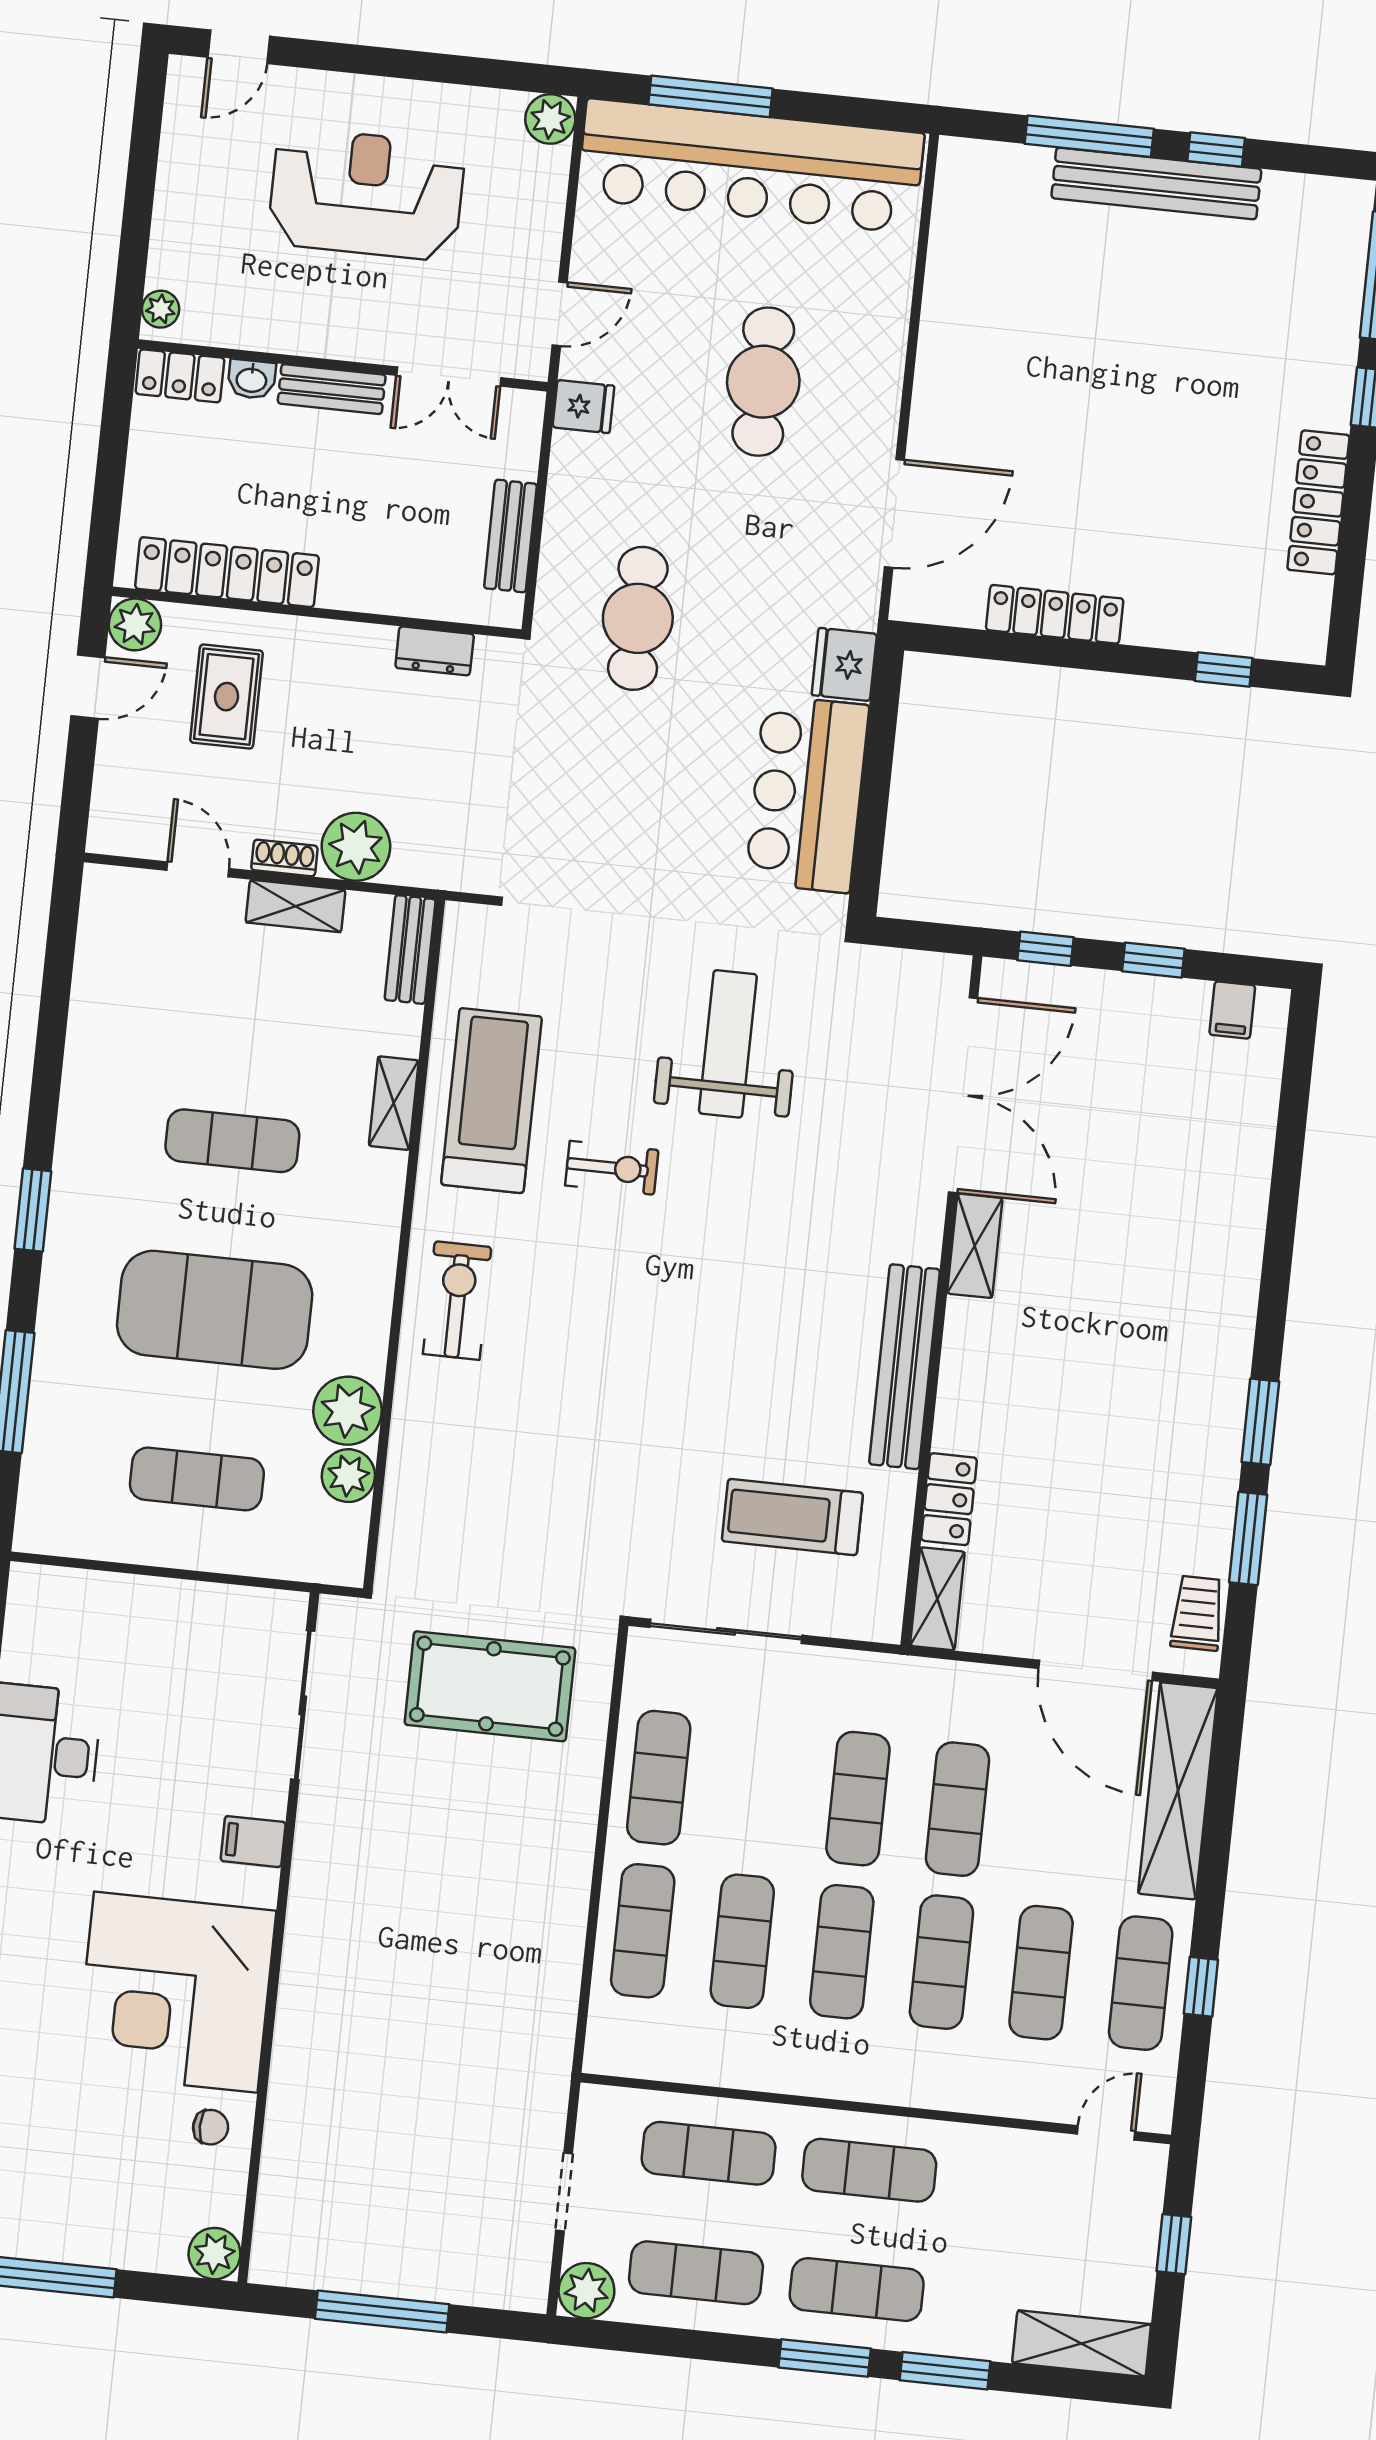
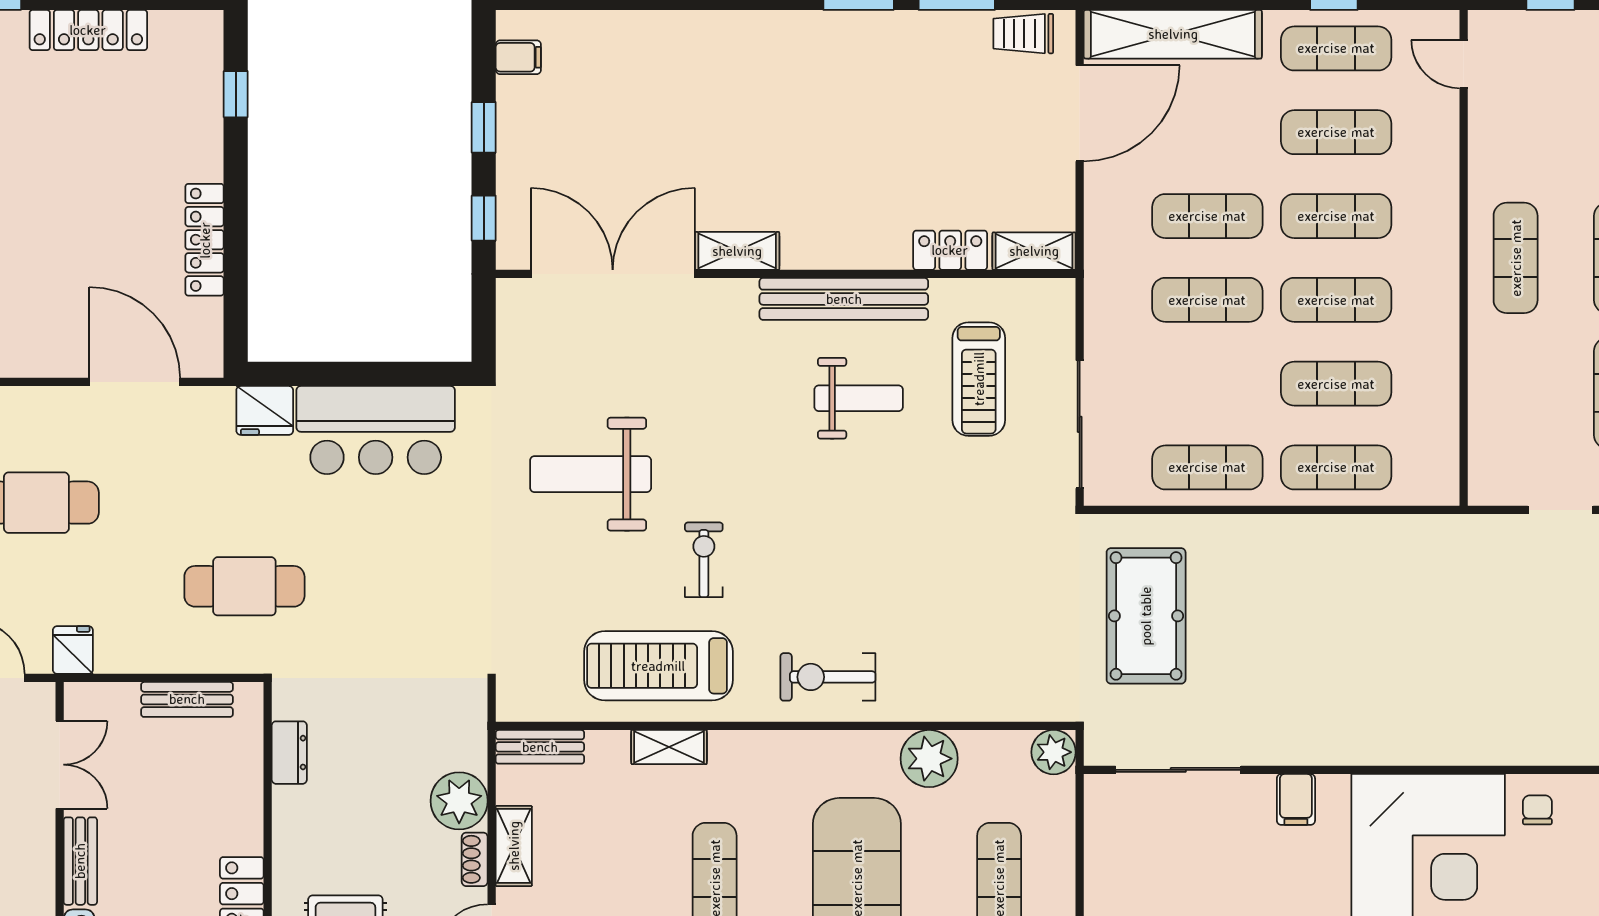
weight bench: (785, 1372) -> (859, 398), added
plant: (348, 1476) -> (1054, 752), moved
exercise mat: (709, 2153) -> (1516, 393), removed

